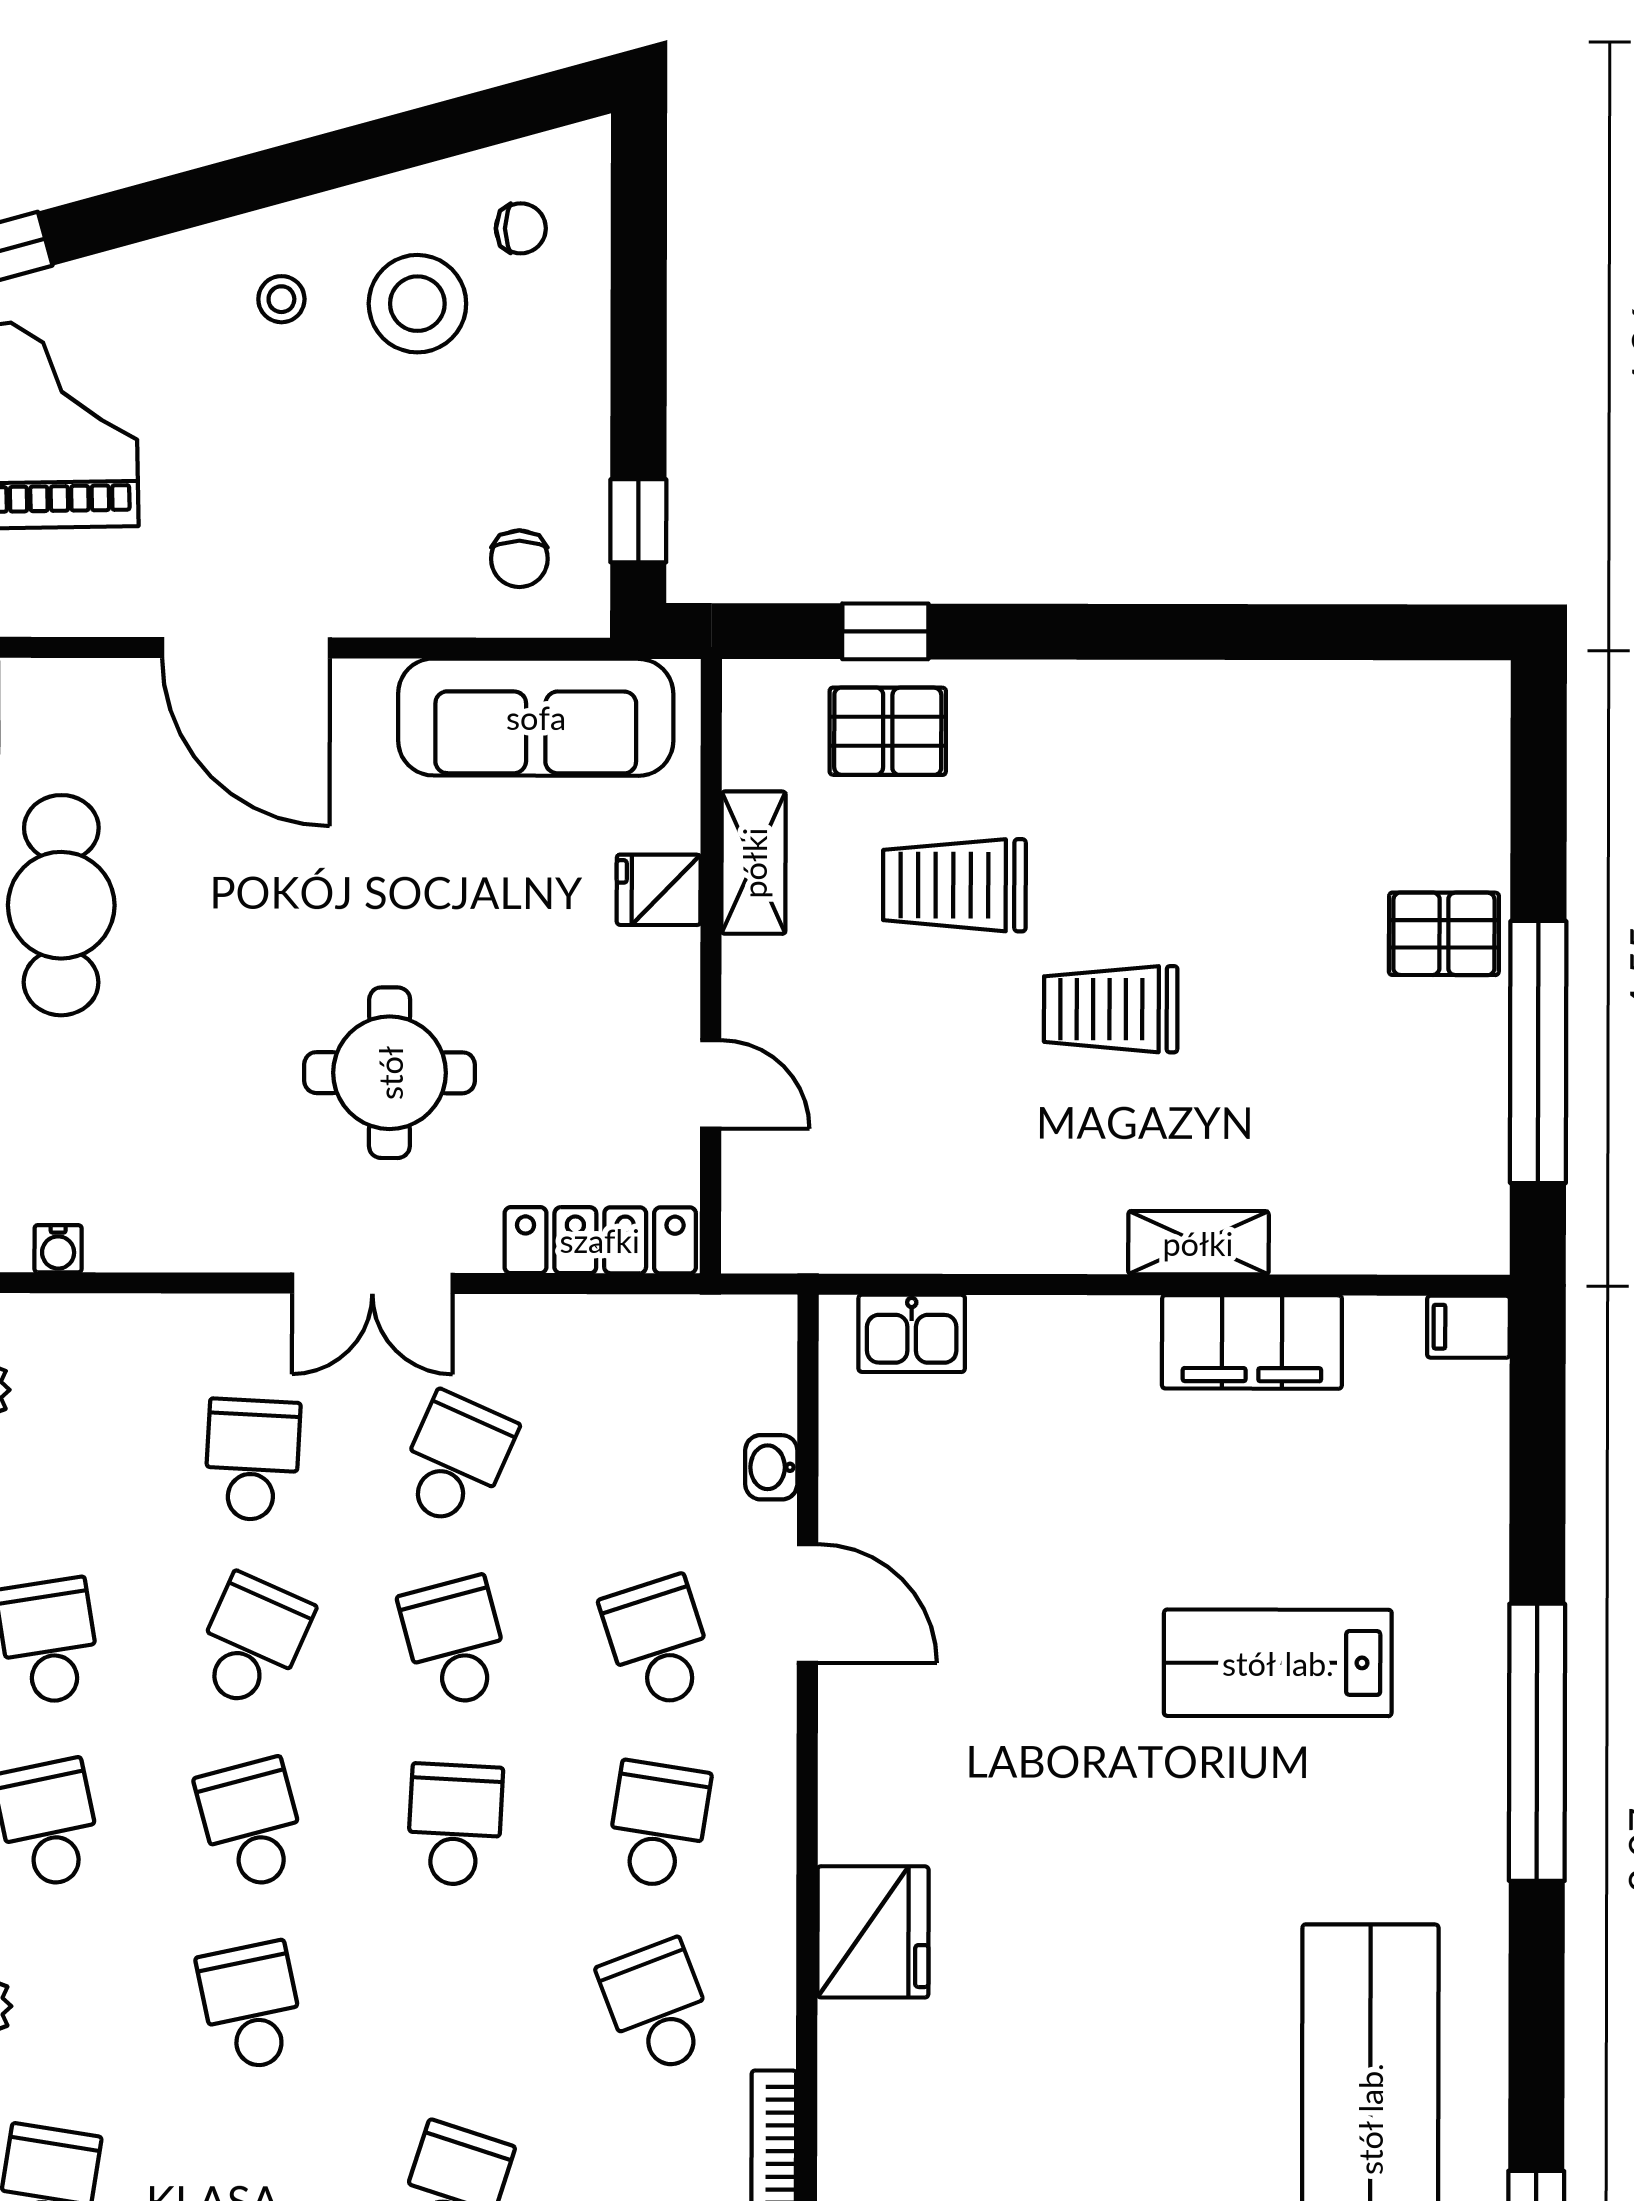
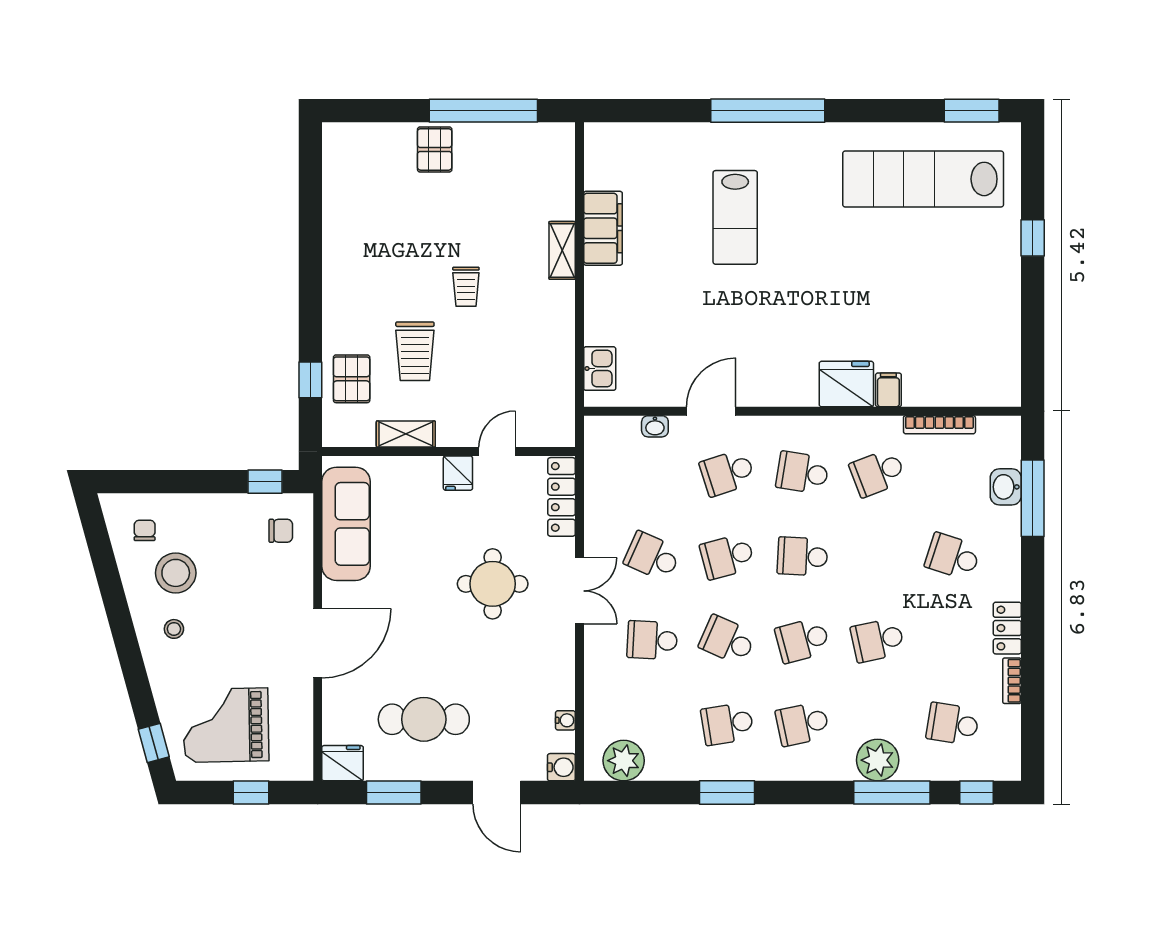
fridge: (659, 890) -> (458, 473), moved
trolley: (1111, 1009) -> (466, 287), width x0.73, depth x0.72
filing cabinet: (1468, 1327) -> (888, 390), moved, turned 180

